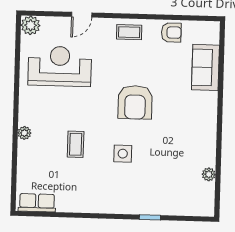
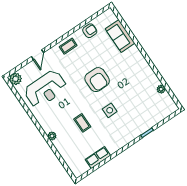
reception desk: (60, 66) -> (45, 89), turned 180
row of seats: (37, 203) -> (98, 158), moved

